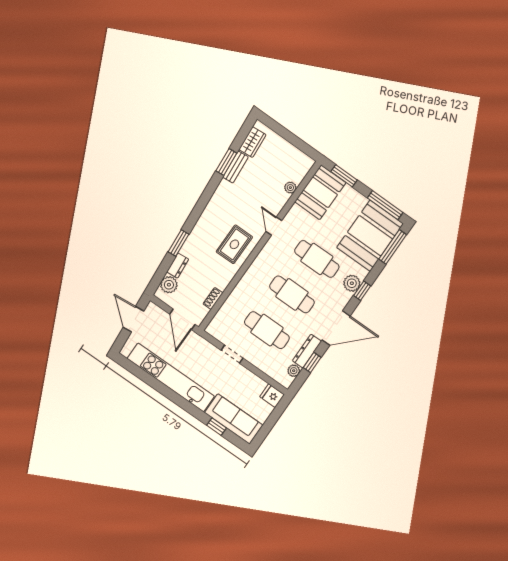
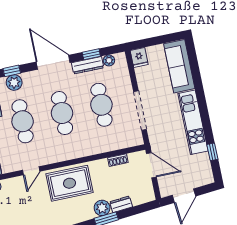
rug: (234, 244) -> (69, 183), width x1.36, depth x1.43
plant: (169, 285) -> (102, 208), moved
door: (182, 319) -> (151, 165), hinge flipped
doorway: (232, 354) -> (140, 111), width x1.88
kitchen unit: (171, 377) -> (193, 122), width x0.73
window: (216, 427) -> (212, 152), moved

